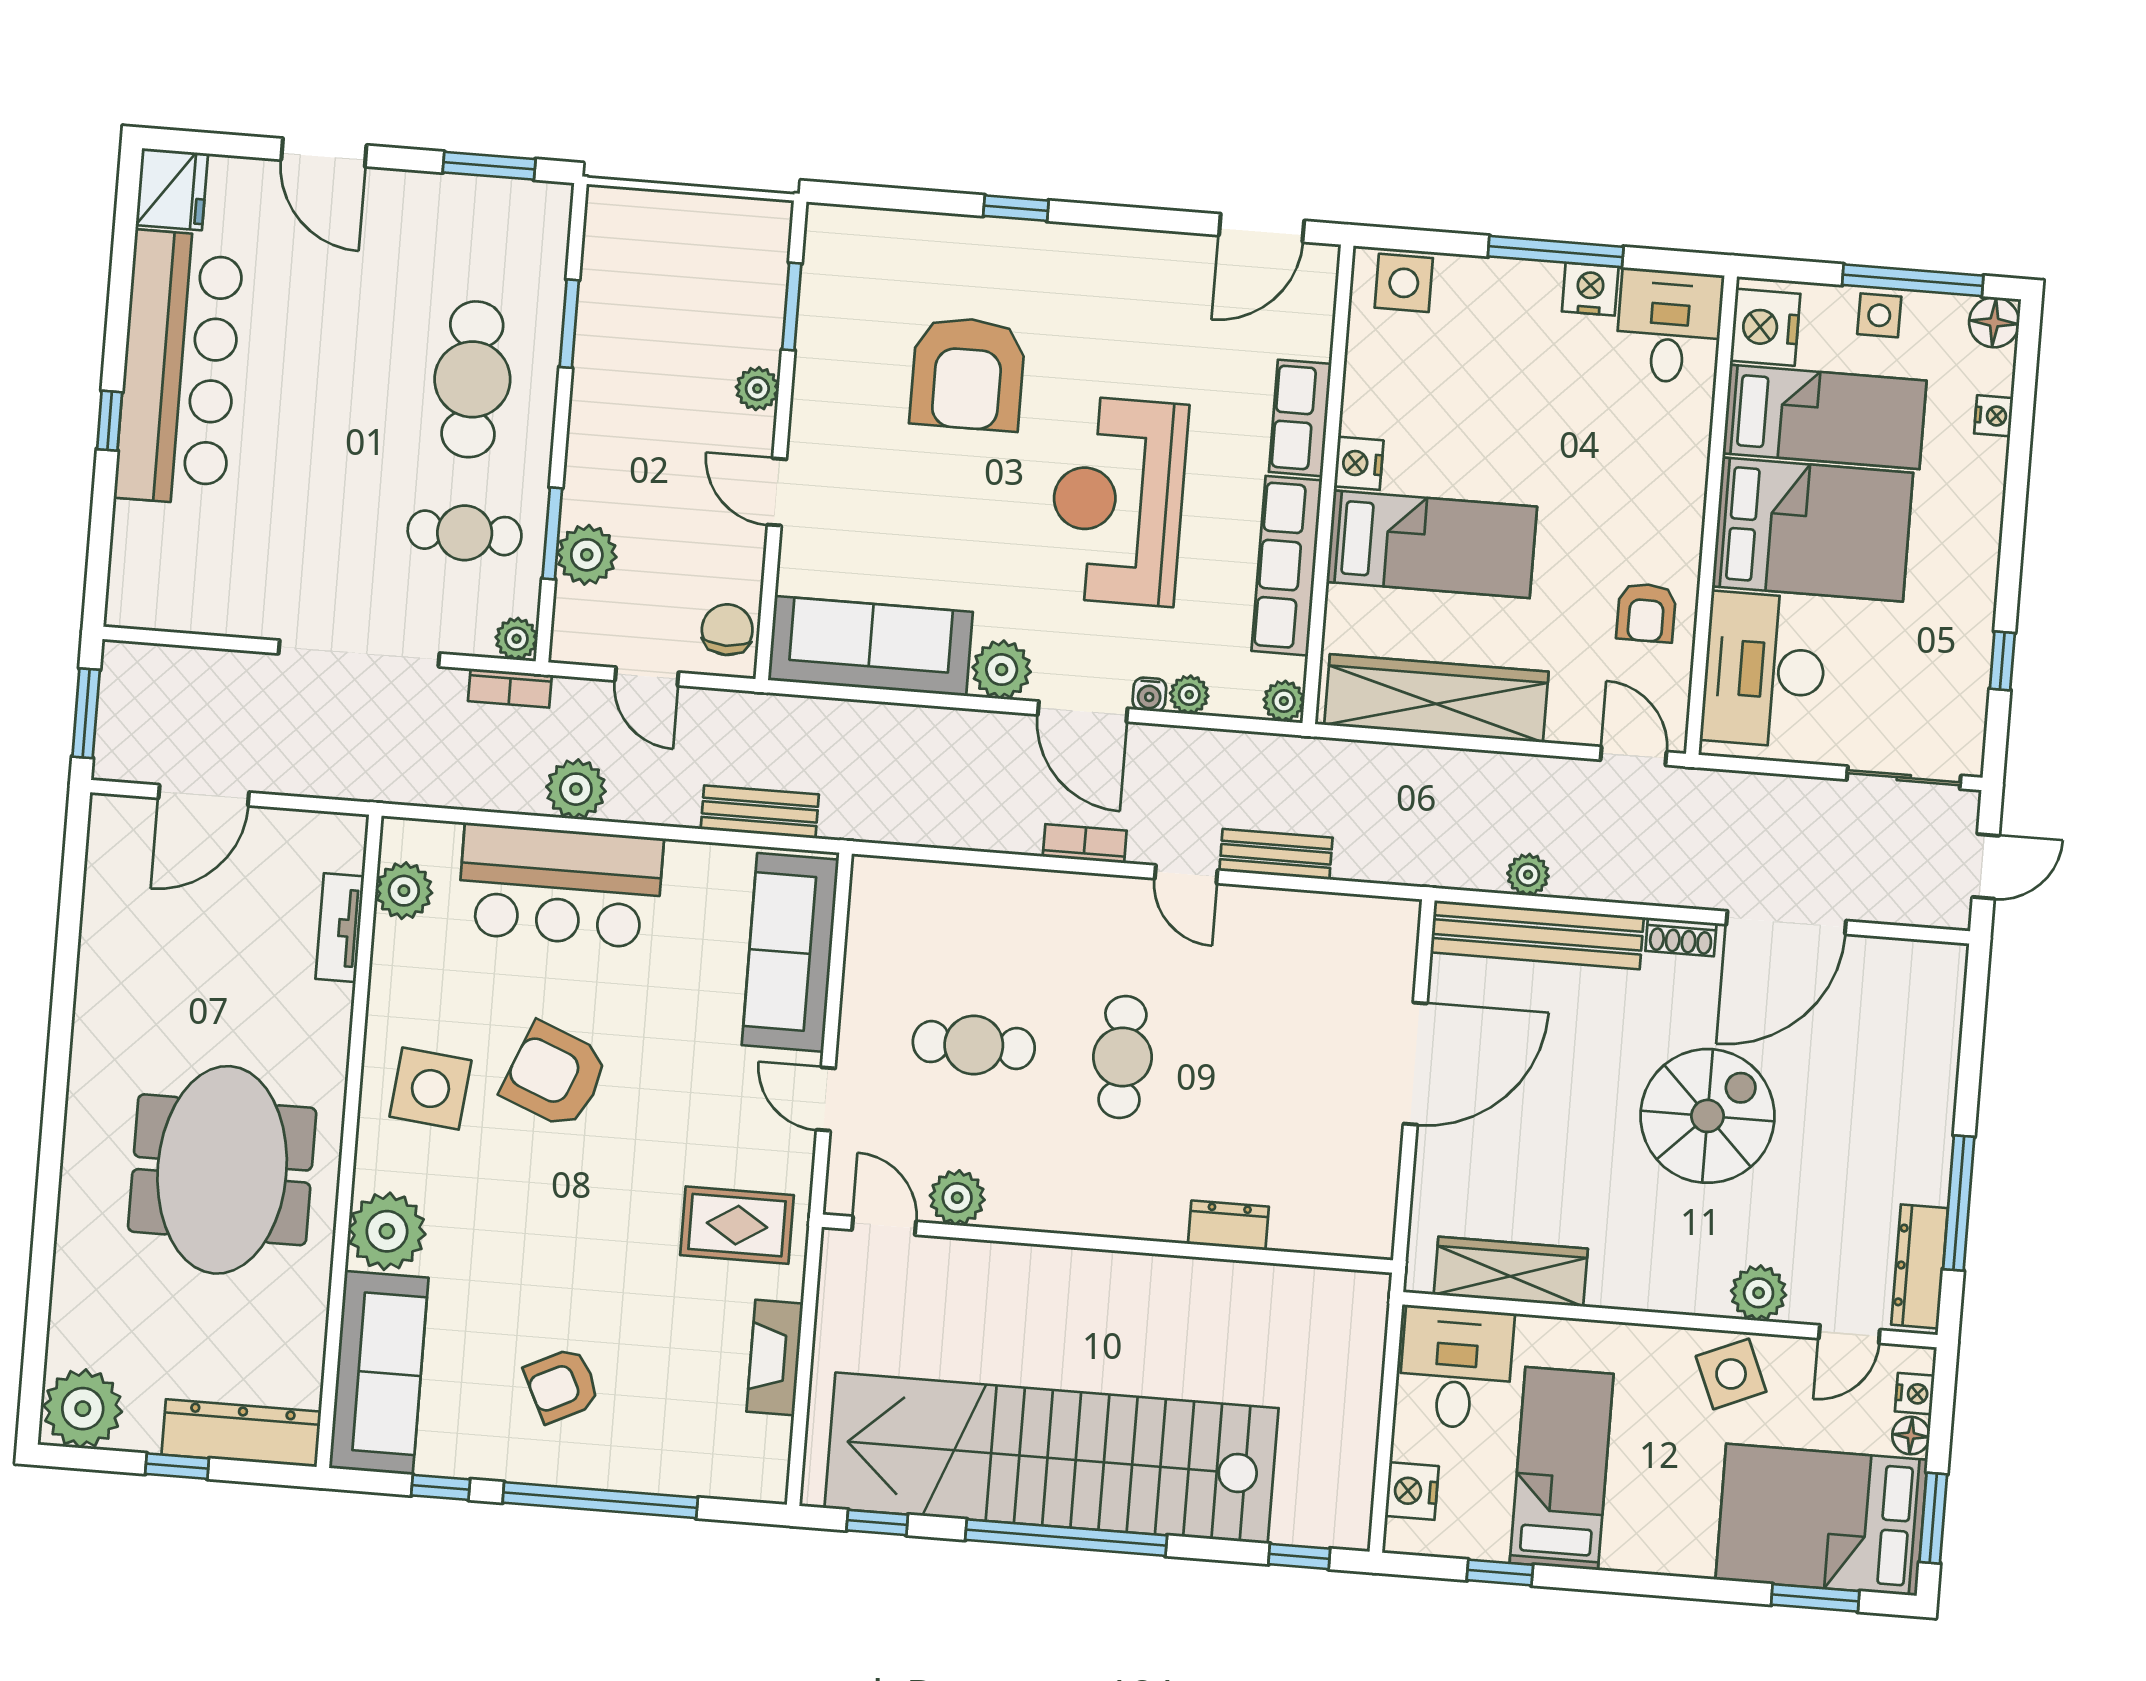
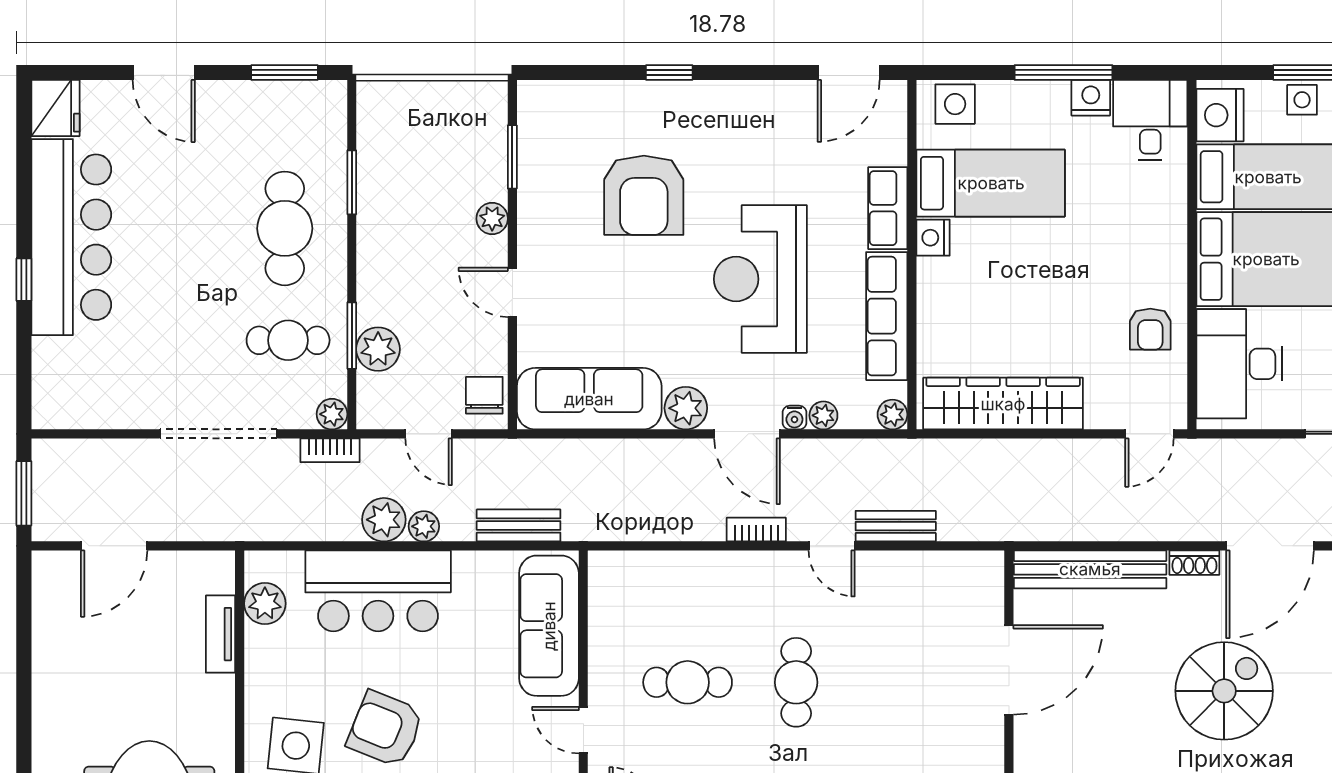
bed: (1432, 544) -> (991, 183), moved
door: (1633, 756) -> (1149, 434), swing flipped
plant: (1528, 875) -> (424, 526), moved

